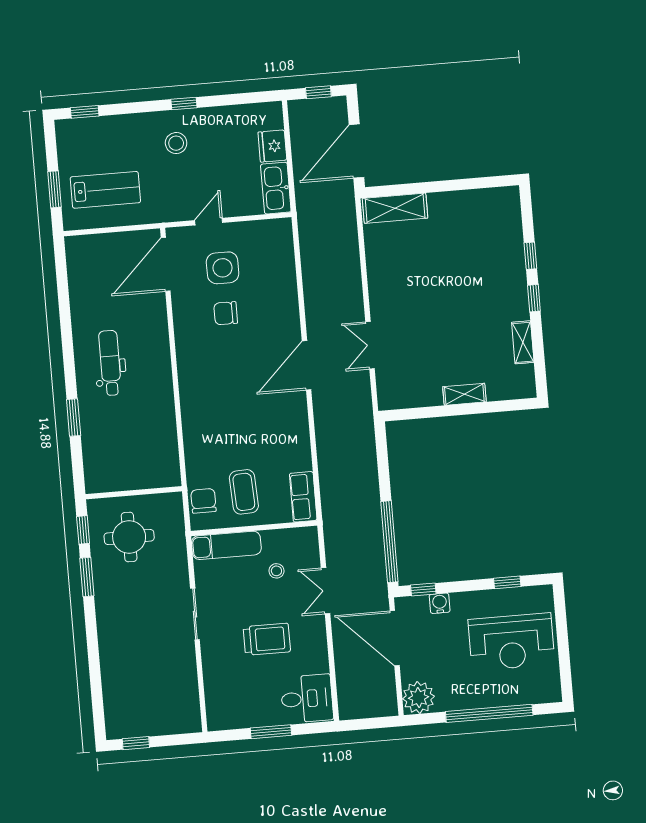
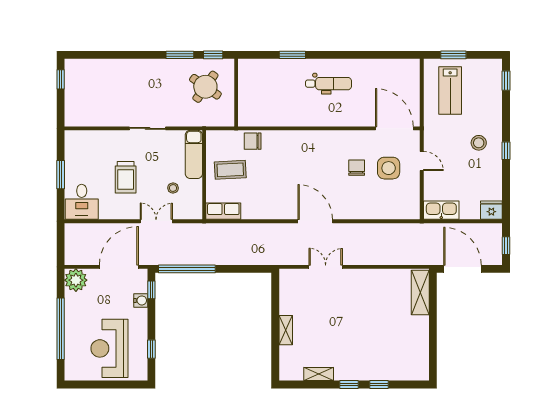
fridge: (272, 146) -> (491, 210), moved
chair: (203, 501) -> (253, 141), moved, turned 180
round table: (129, 537) -> (205, 87), turned 35

